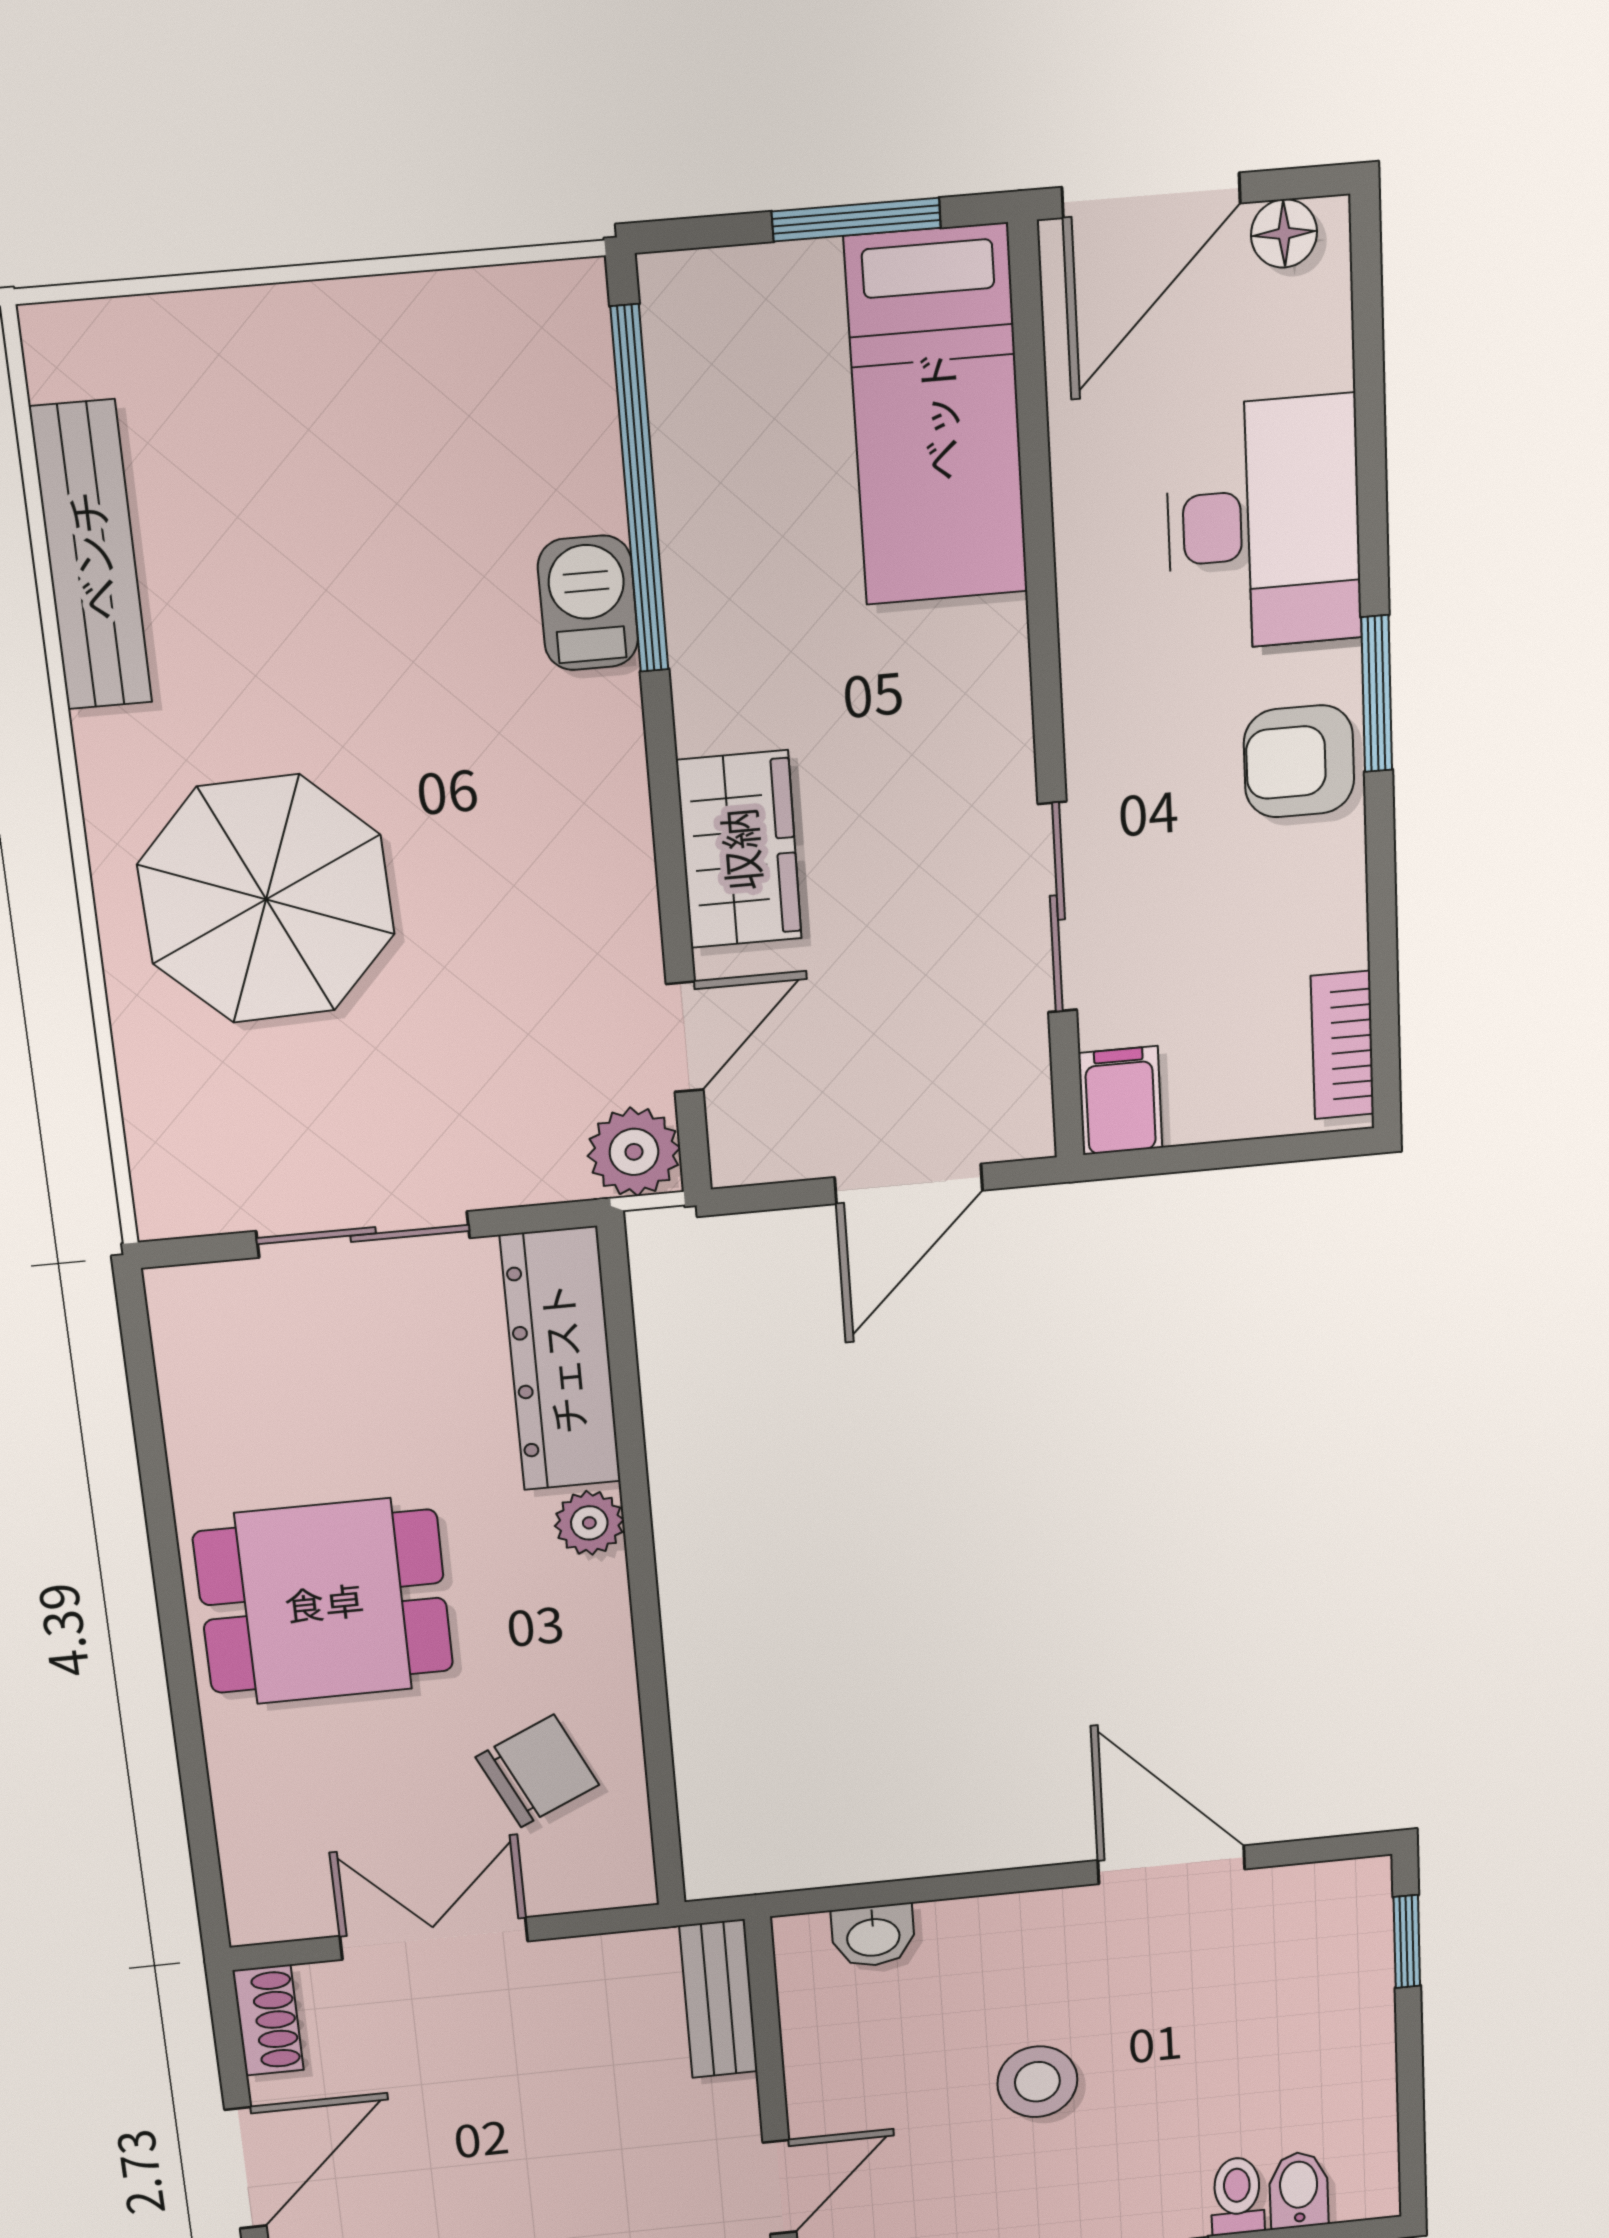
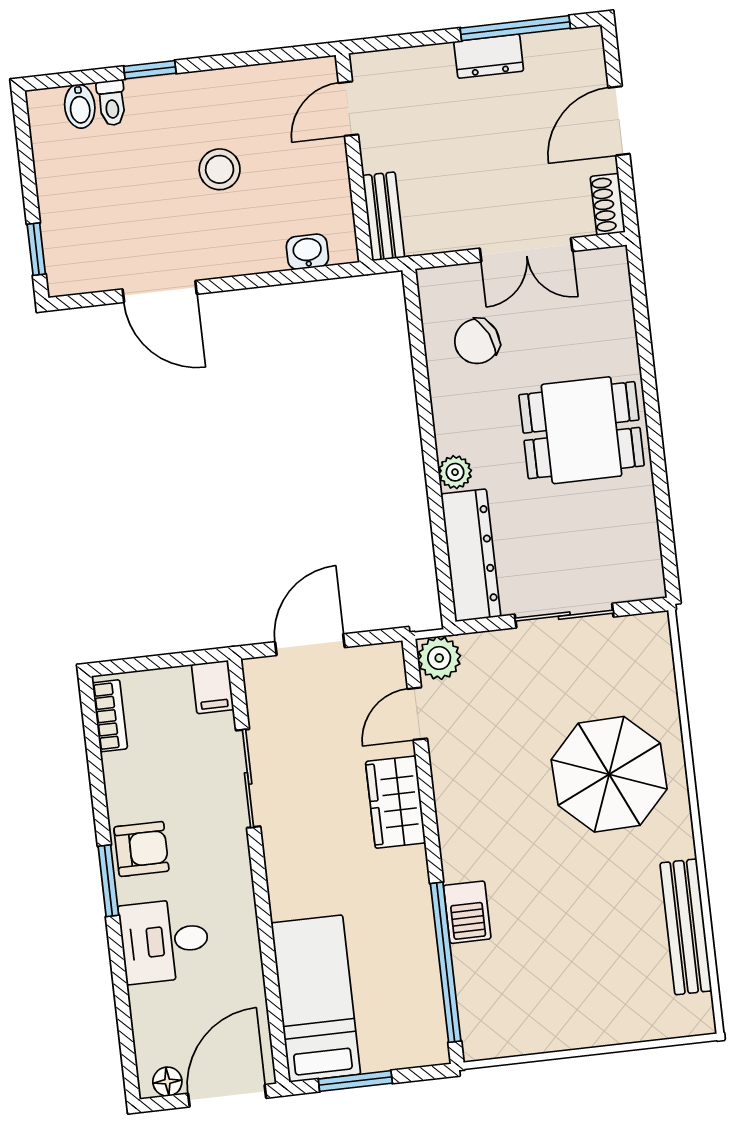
desk: (1264, 524) -> (165, 941), width x0.73

